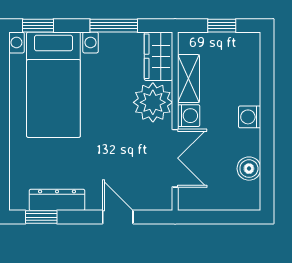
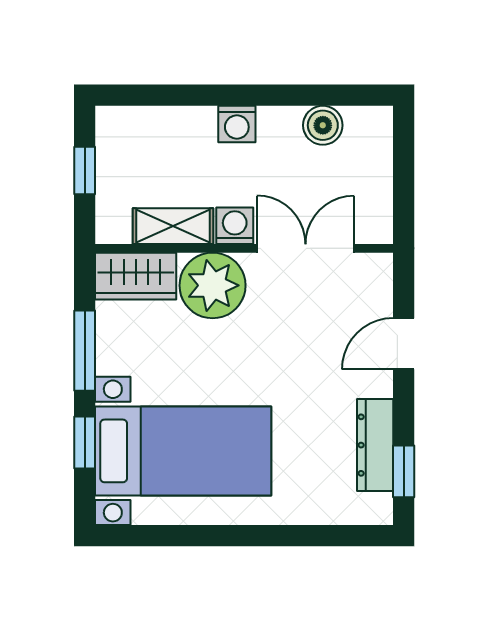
window: (38, 26) -> (85, 443), moved

